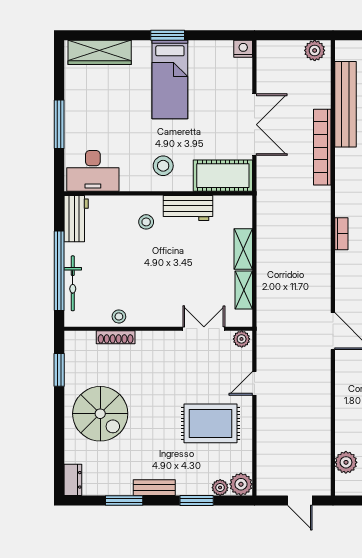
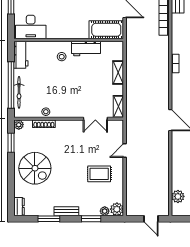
stool: (163, 166) -> (72, 24), removed
shelving: (244, 290) -> (118, 107), moved
double door: (204, 329) -> (95, 119), swing flipped
plant: (242, 339) -> (19, 125), moved
rug: (210, 423) -> (99, 174), width x0.73, depth x0.70

